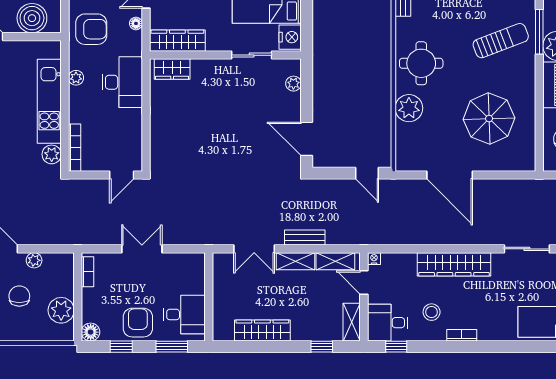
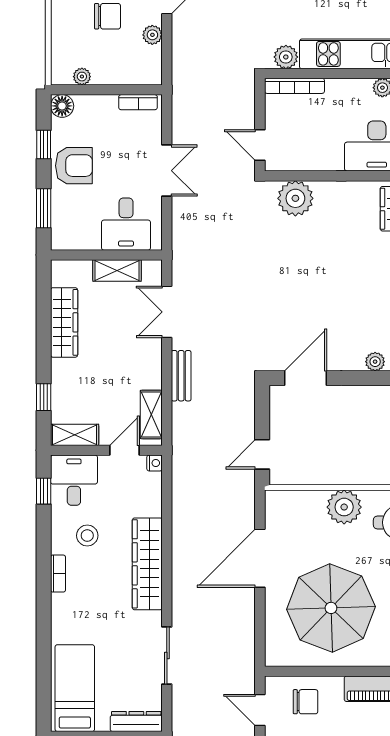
parasol: (489, 119) -> (331, 608), width x1.36, depth x1.36
plant: (164, 147) -> (295, 198), added
shelving: (296, 261) -> (117, 270), moved, turned 90
plant: (61, 310) -> (82, 77), width x0.53, depth x0.53
desk: (184, 314) -> (126, 224), moved

